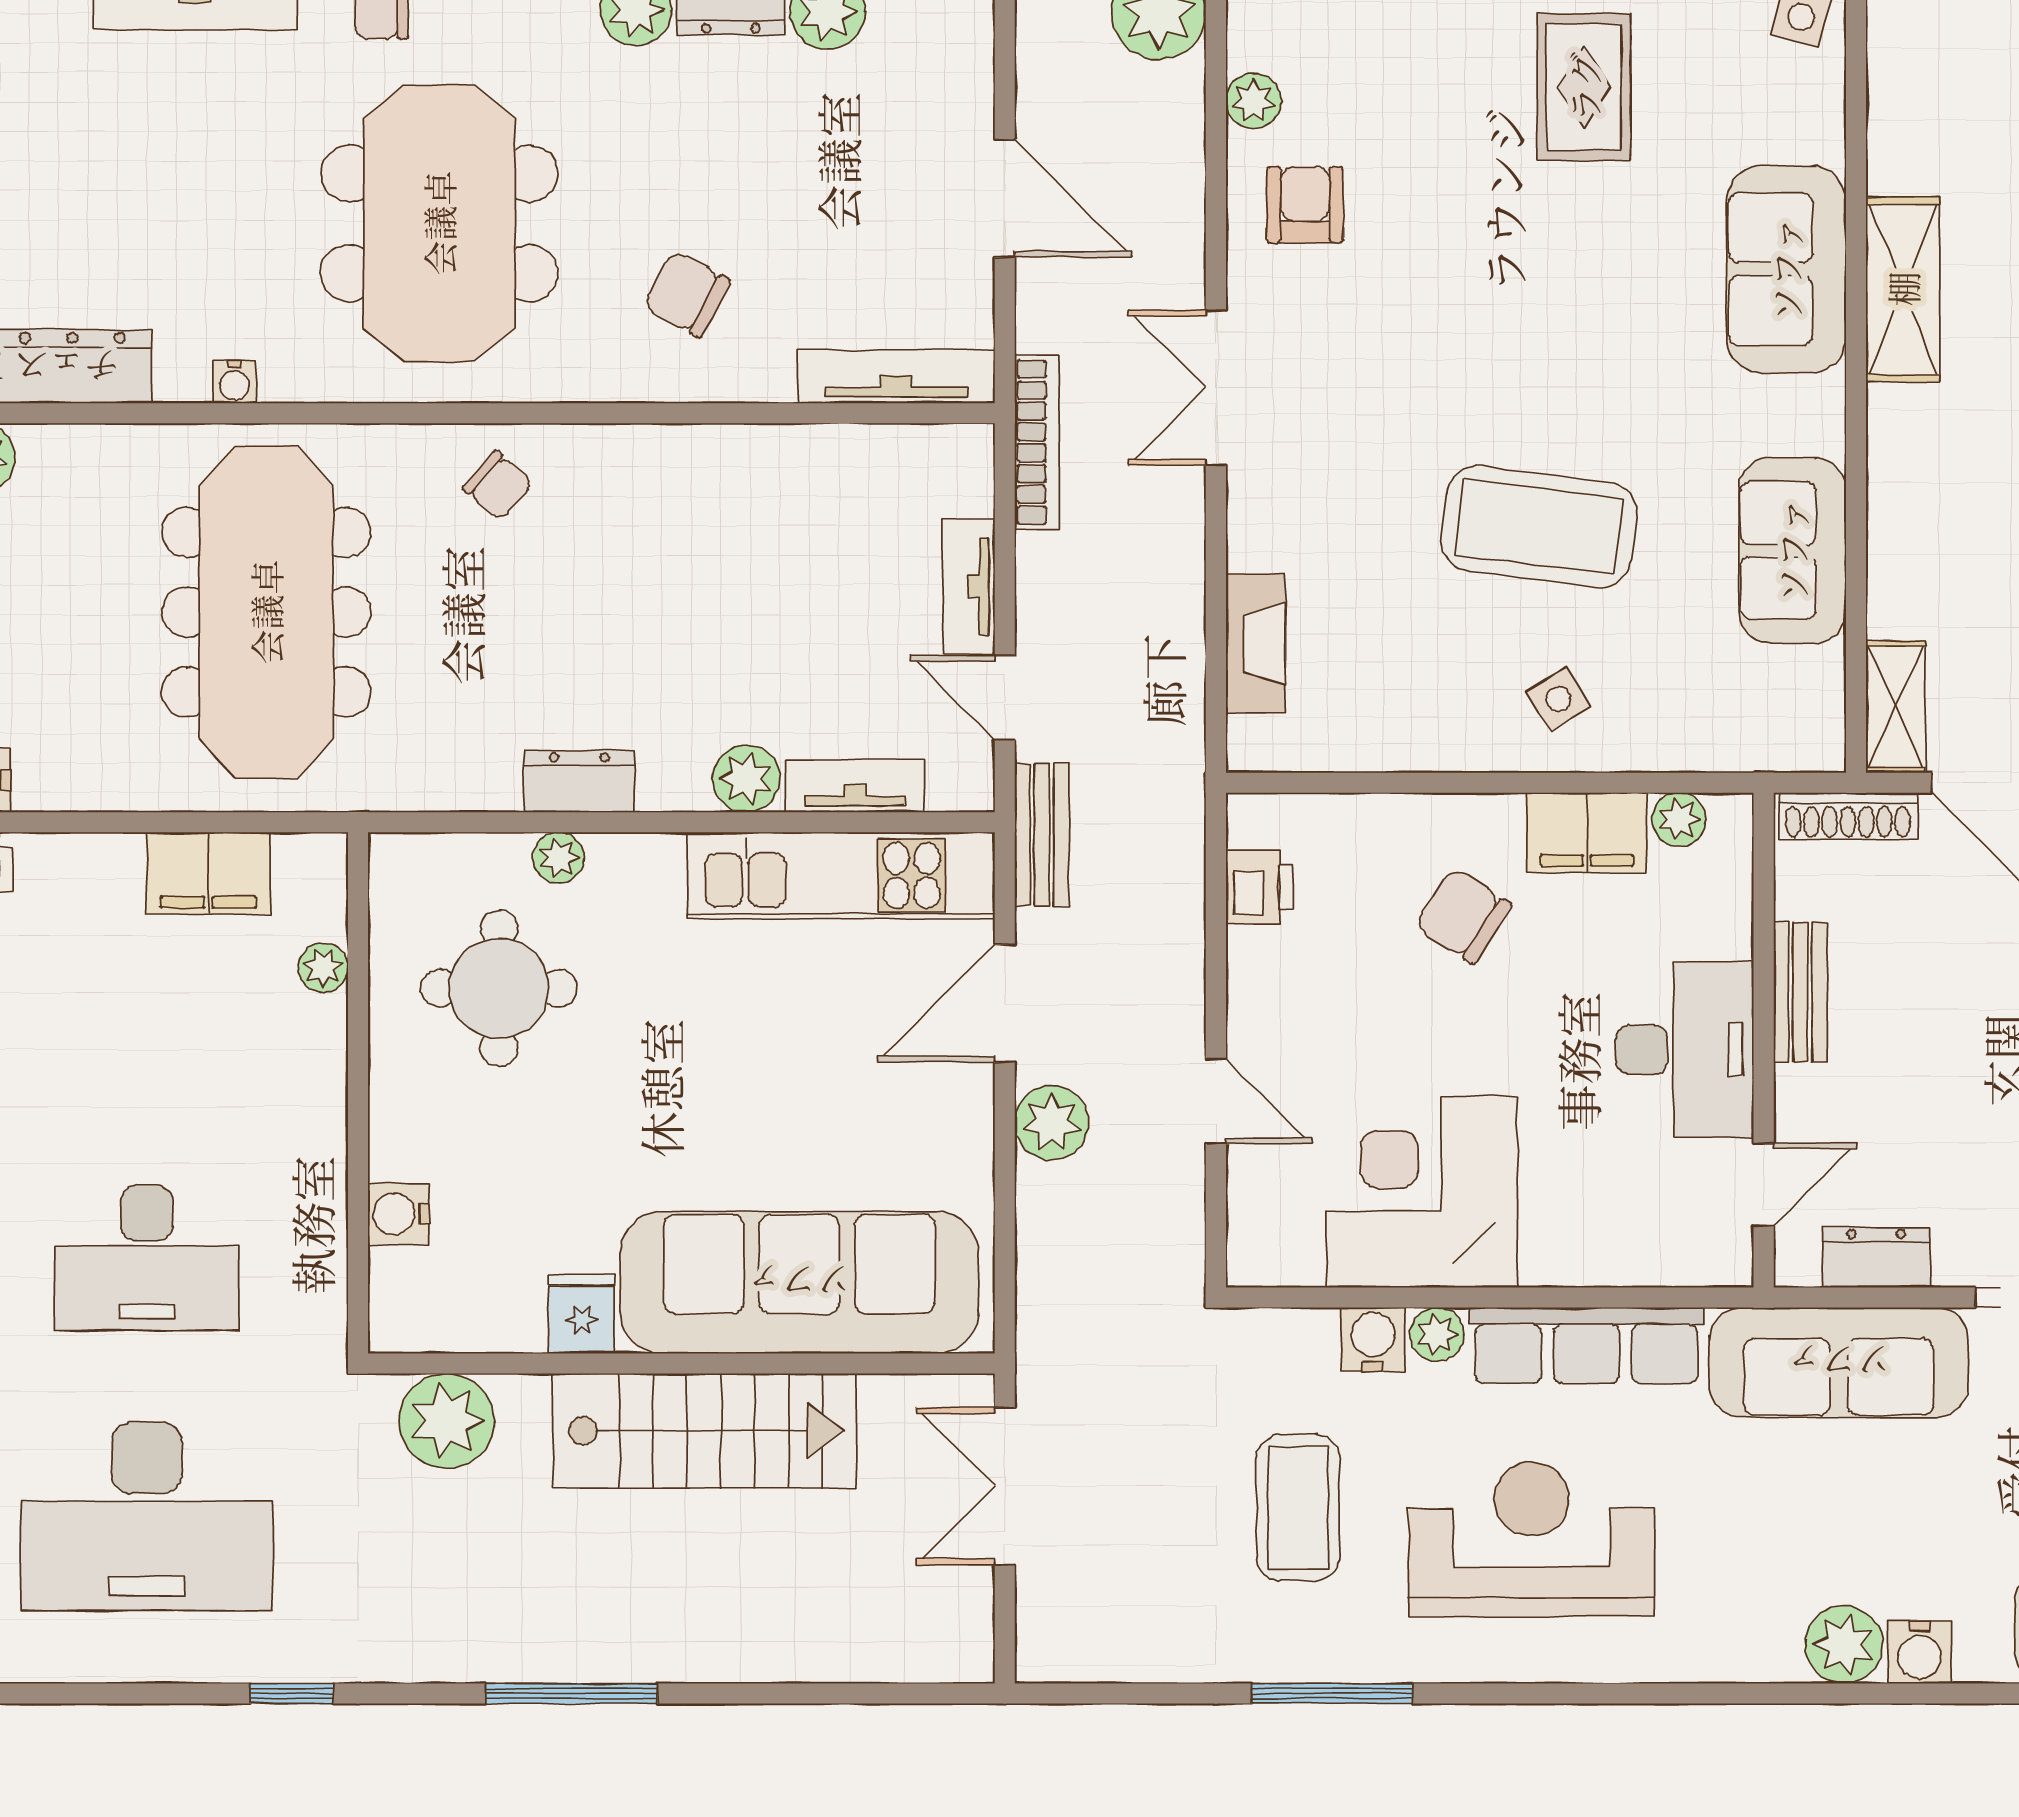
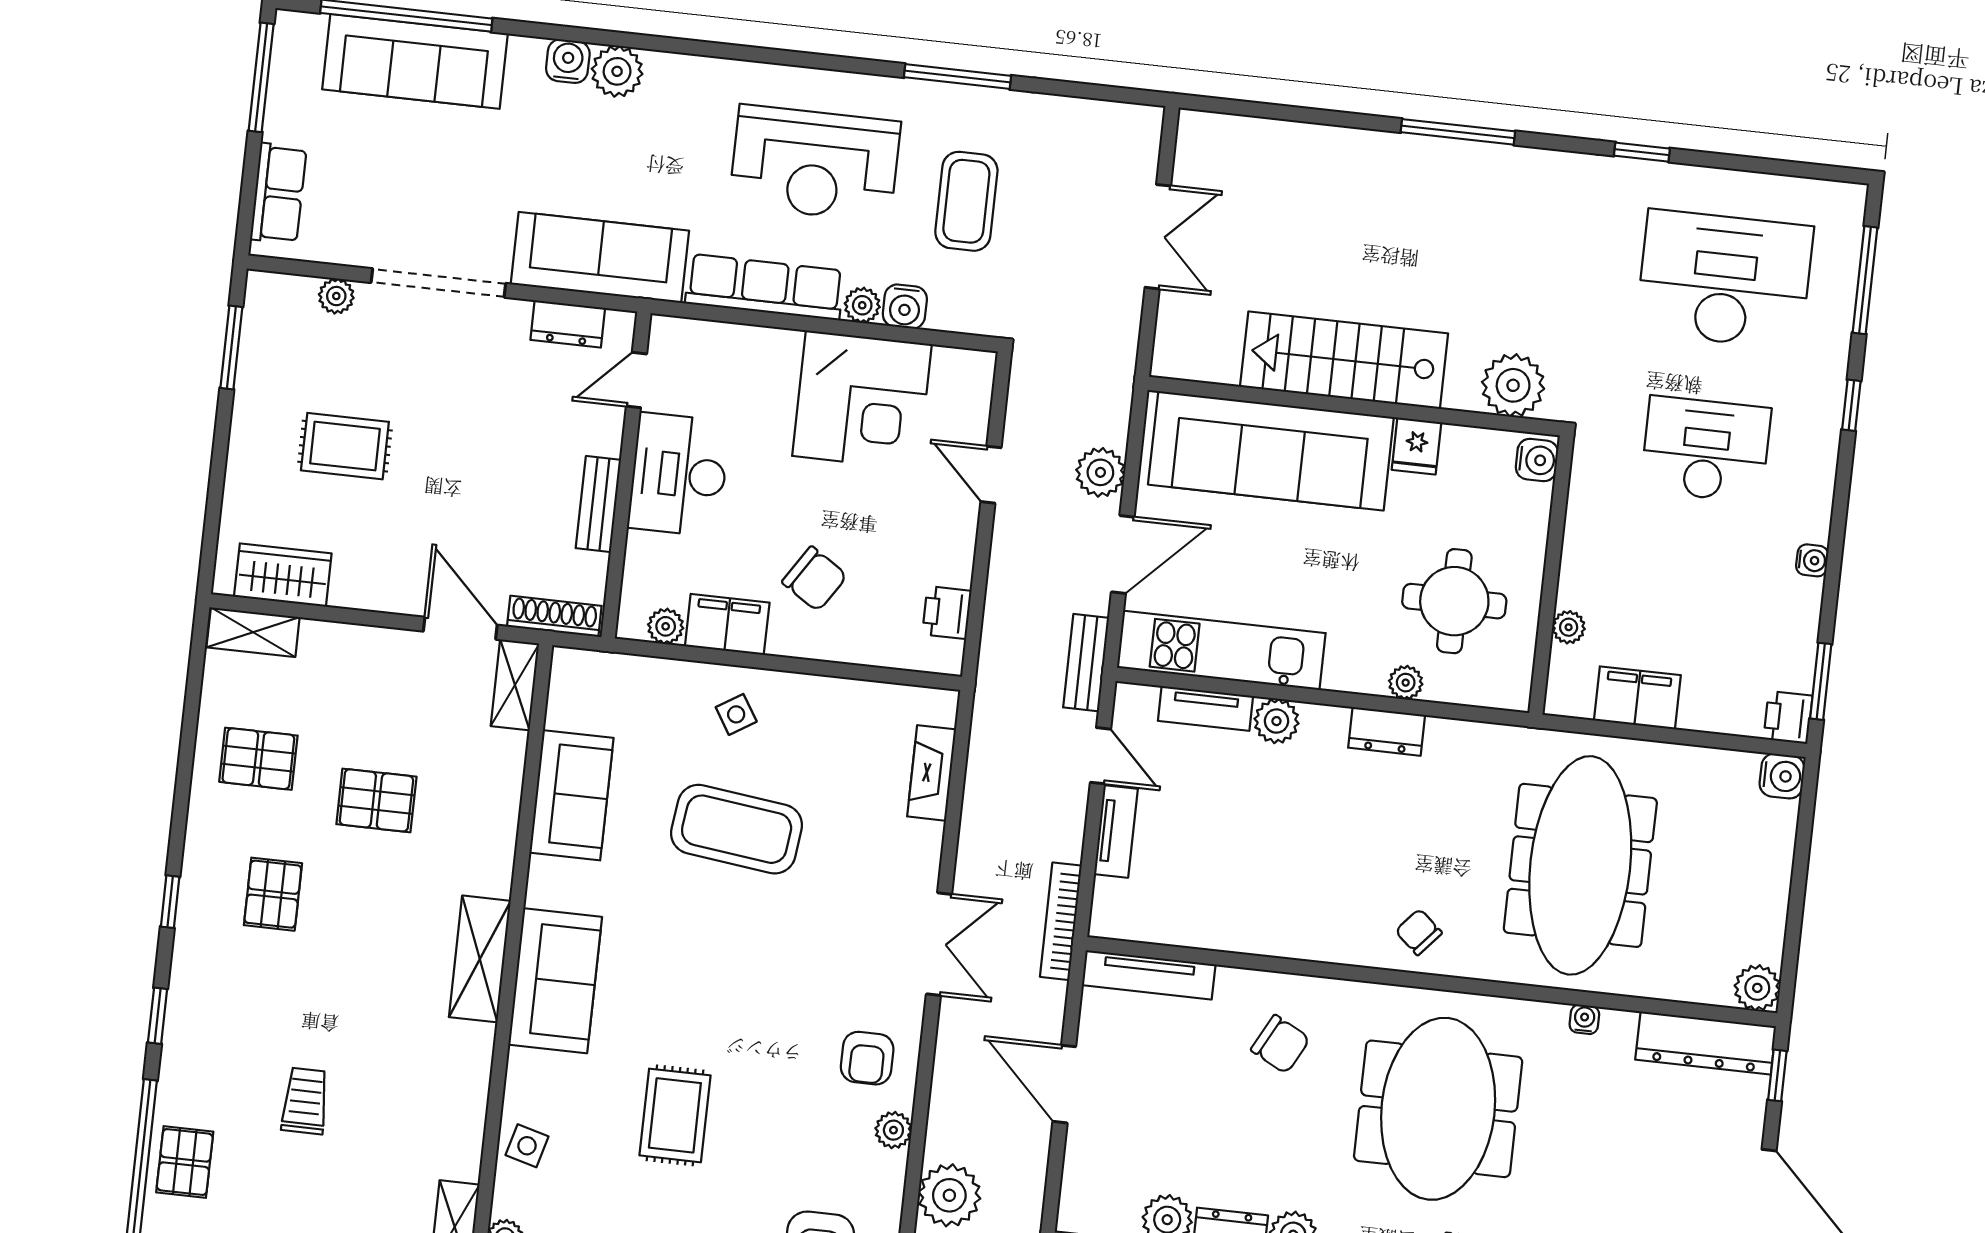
sofa: (799, 1282) -> (1271, 451), moved
fridge: (582, 1314) -> (1417, 446), moved
wall: (681, 1363) -> (1354, 406), moved
plant: (447, 1421) -> (1513, 385), moved
stairs: (705, 1431) -> (1344, 360), moved

